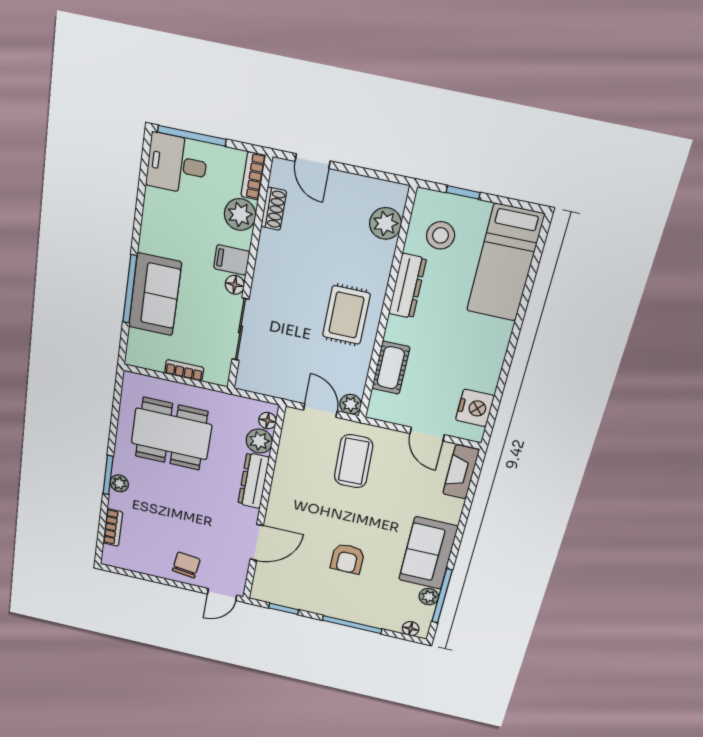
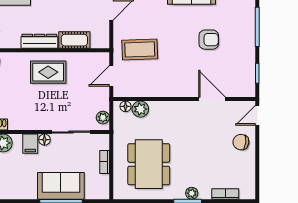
dresser: (407, 286) -> (39, 41), moved
plant: (351, 404) -> (103, 118), moved
dresser: (254, 481) -> (168, 108), removed
door: (222, 595) -> (257, 115), swing flipped

